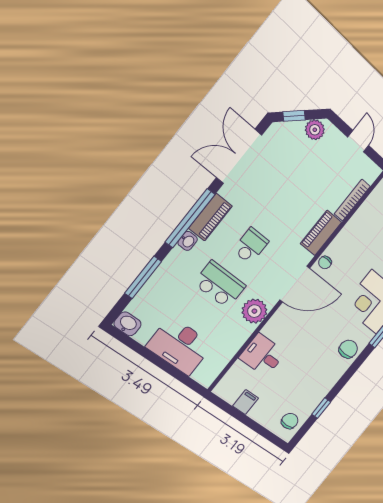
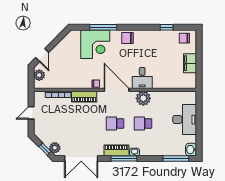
plant: (315, 130) -> (55, 148), moved
window: (190, 218) -> (124, 158), width x0.68
window: (143, 277) -> (176, 158), moved
school desk: (220, 284) -> (143, 123), width x0.54
desk: (262, 355) -> (142, 78), moved
filing cabinet: (246, 402) -> (190, 63), width x2.00

